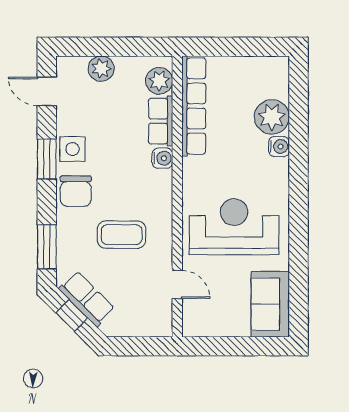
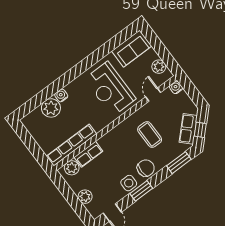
water cooler: (162, 158) -> (176, 87), moved
plant: (213, 324) -> (159, 67), added

